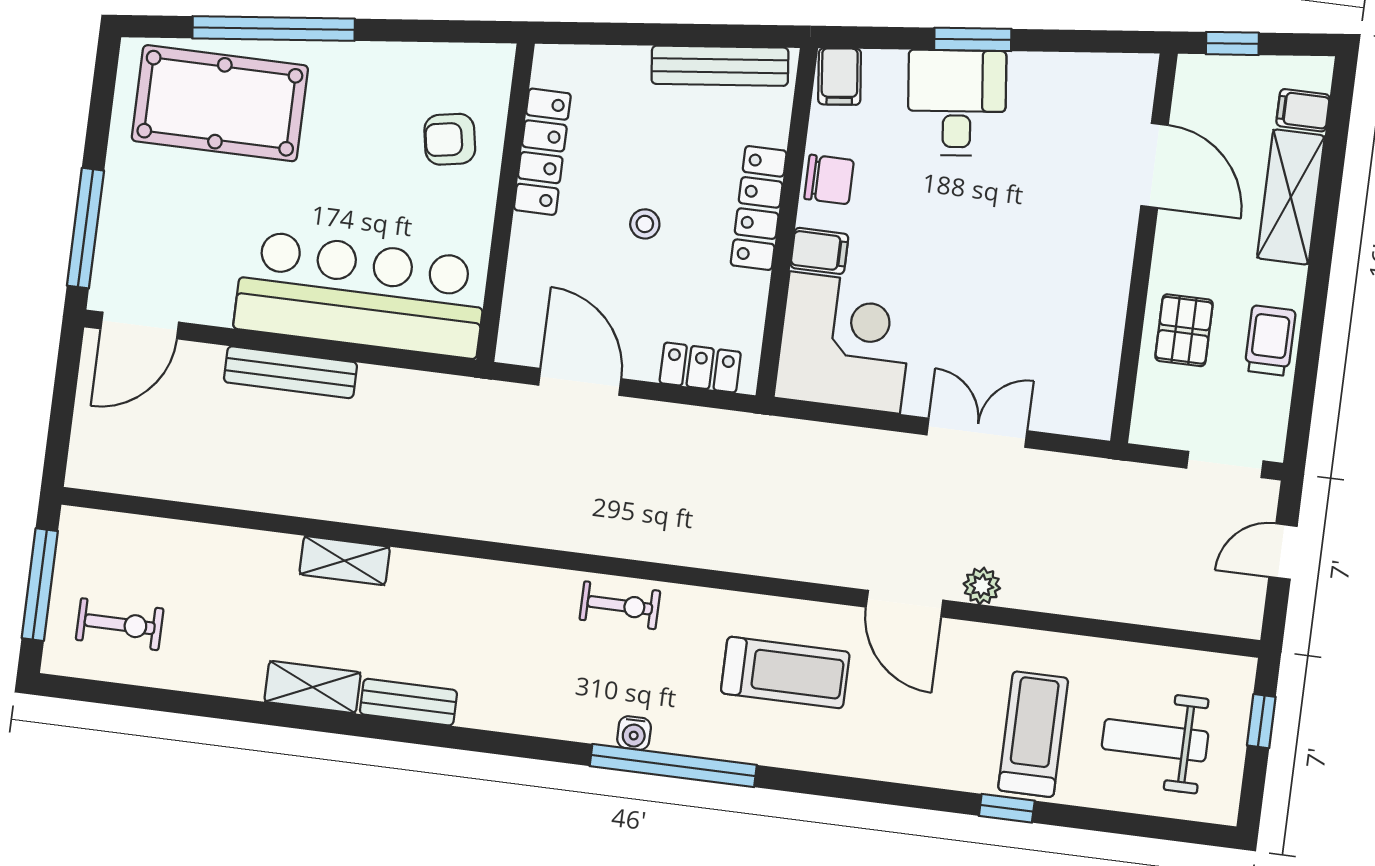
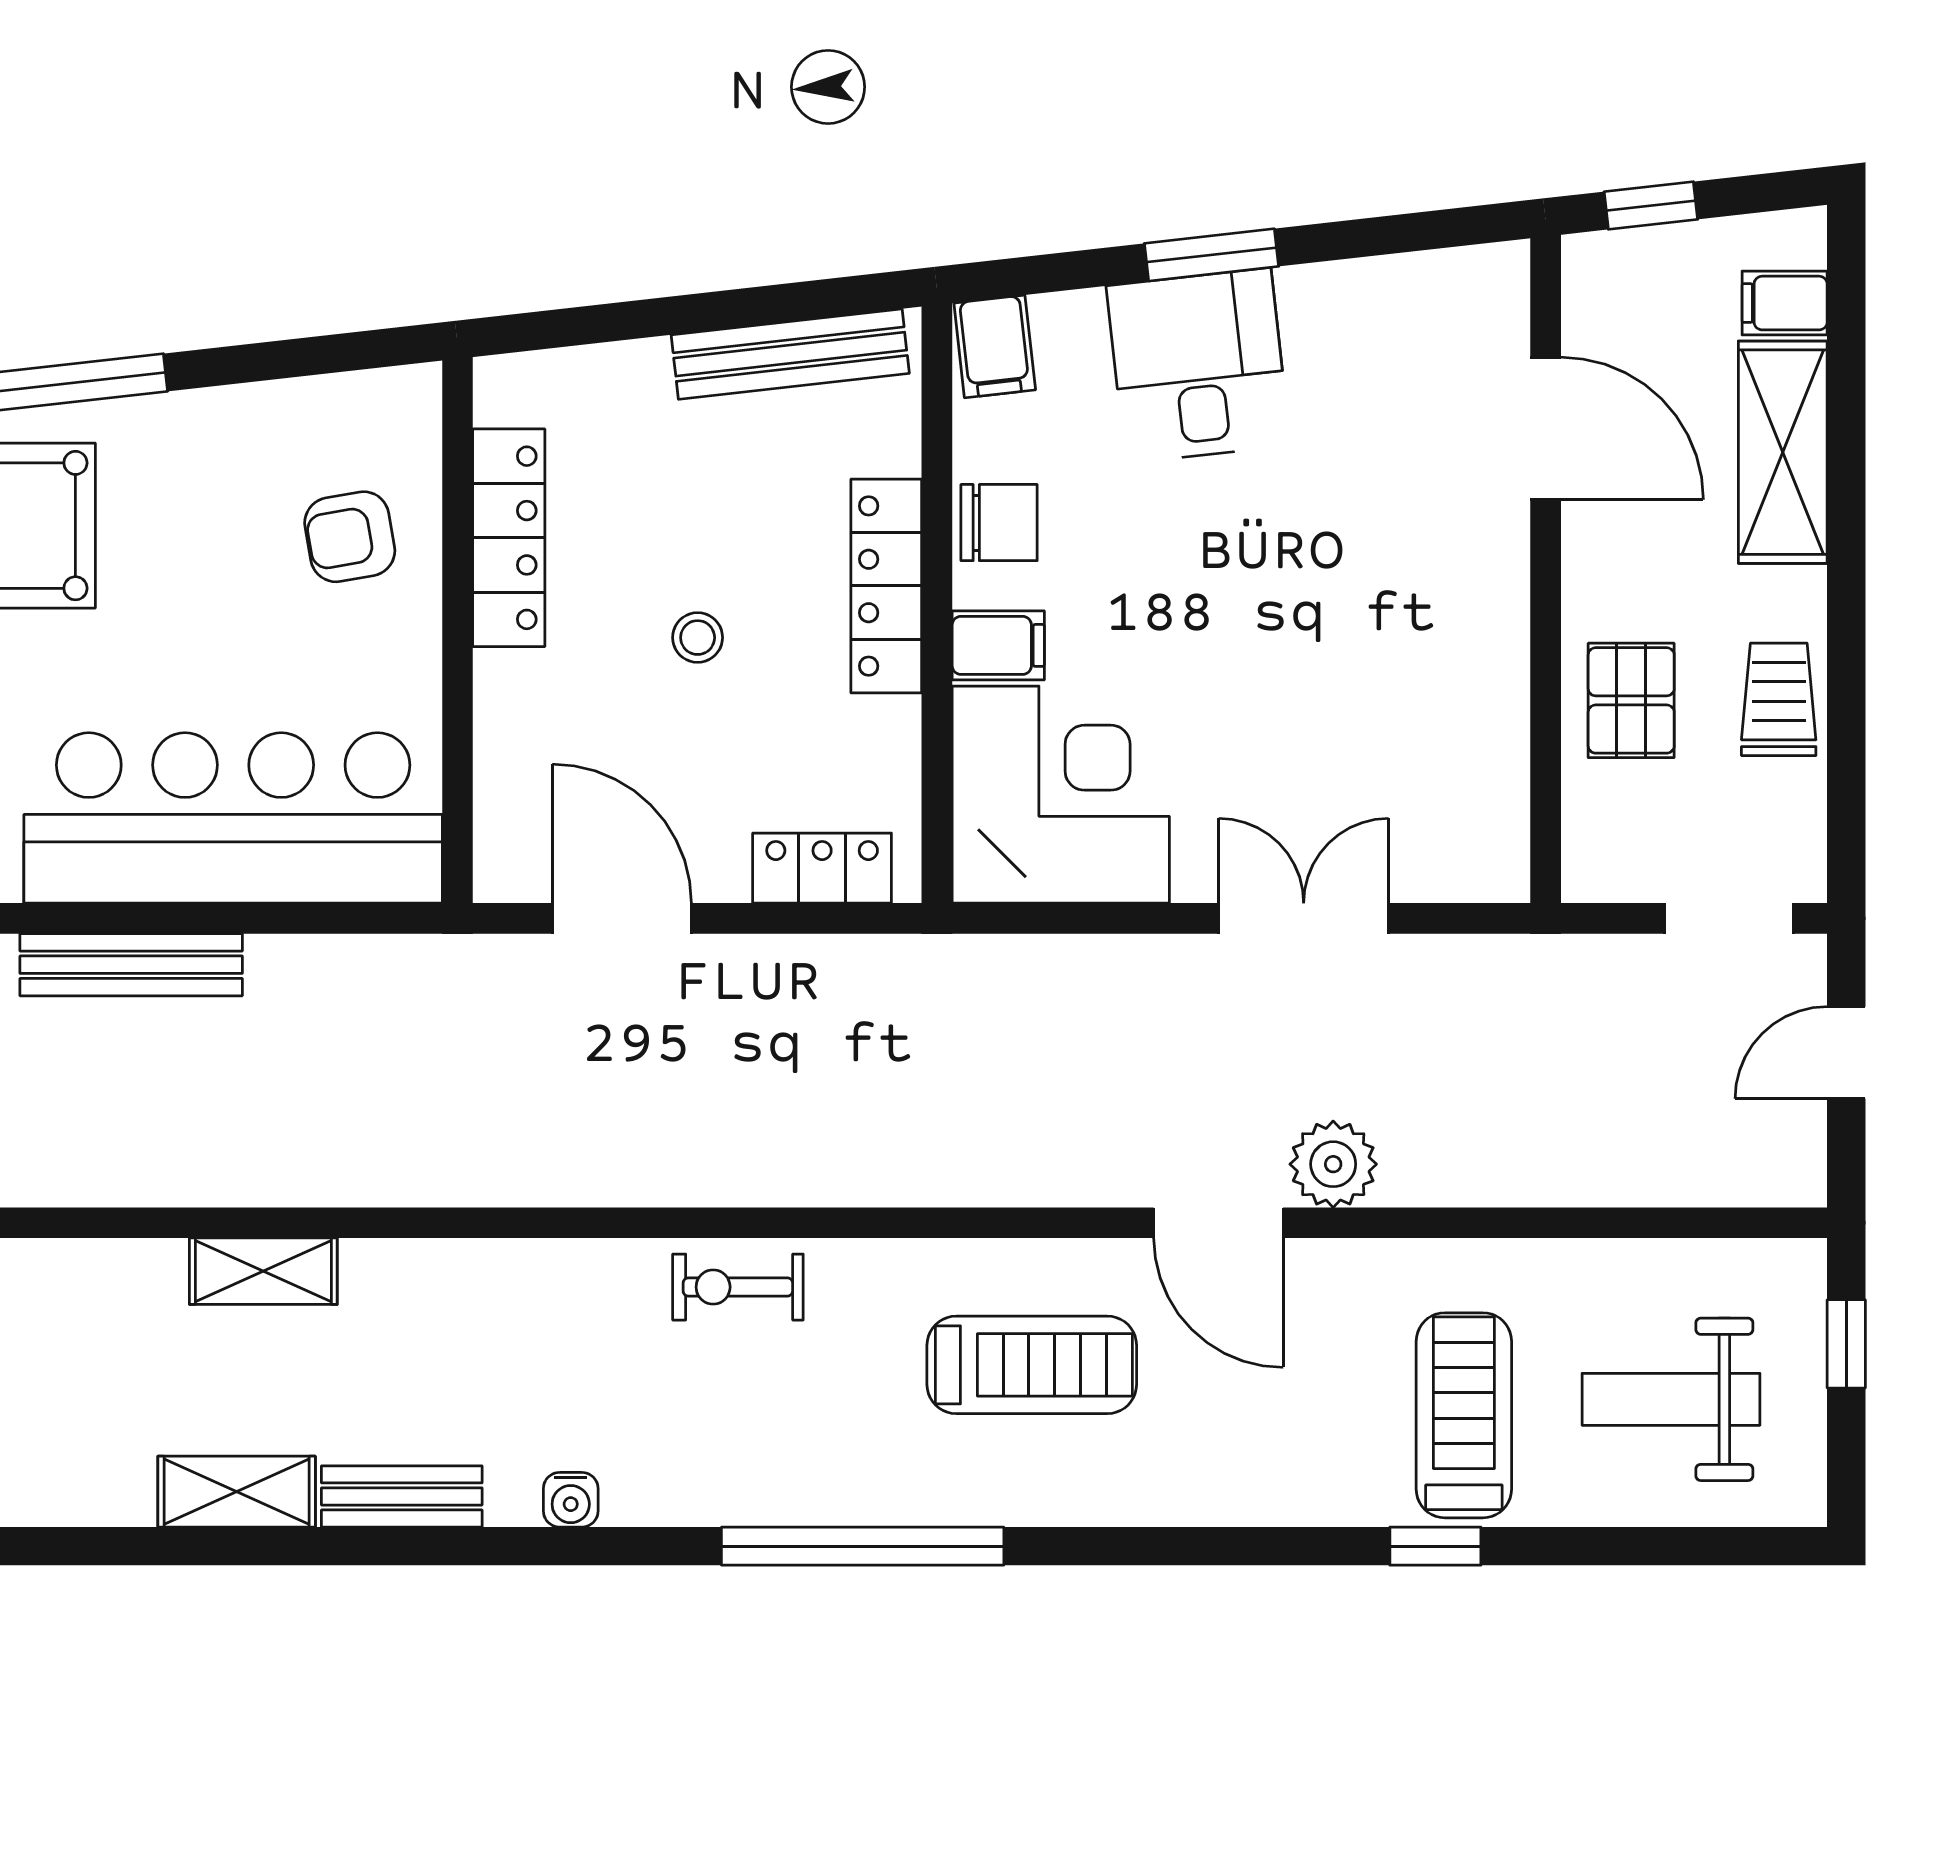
plant: (982, 586) -> (1333, 1164), width x1.38, depth x1.38
exercise bike: (620, 605) -> (738, 1287), turned 180
water cooler: (634, 733) -> (571, 1500), moved

